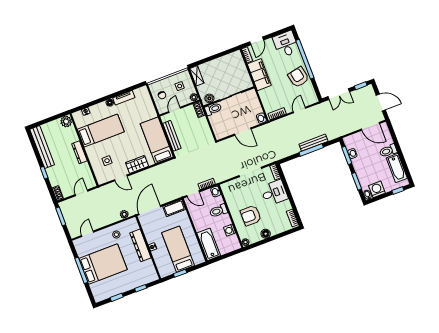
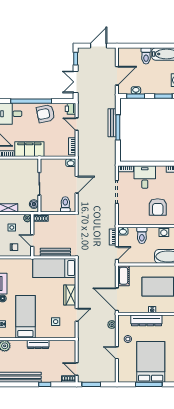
double door: (339, 94) -> (76, 82), swing flipped
printer: (312, 99) -> (71, 109), added
toilet: (213, 109) -> (65, 204), moved
door: (370, 126) -> (117, 76), moved
door: (81, 193) -> (77, 369), moved
door: (88, 234) -> (117, 353), moved

